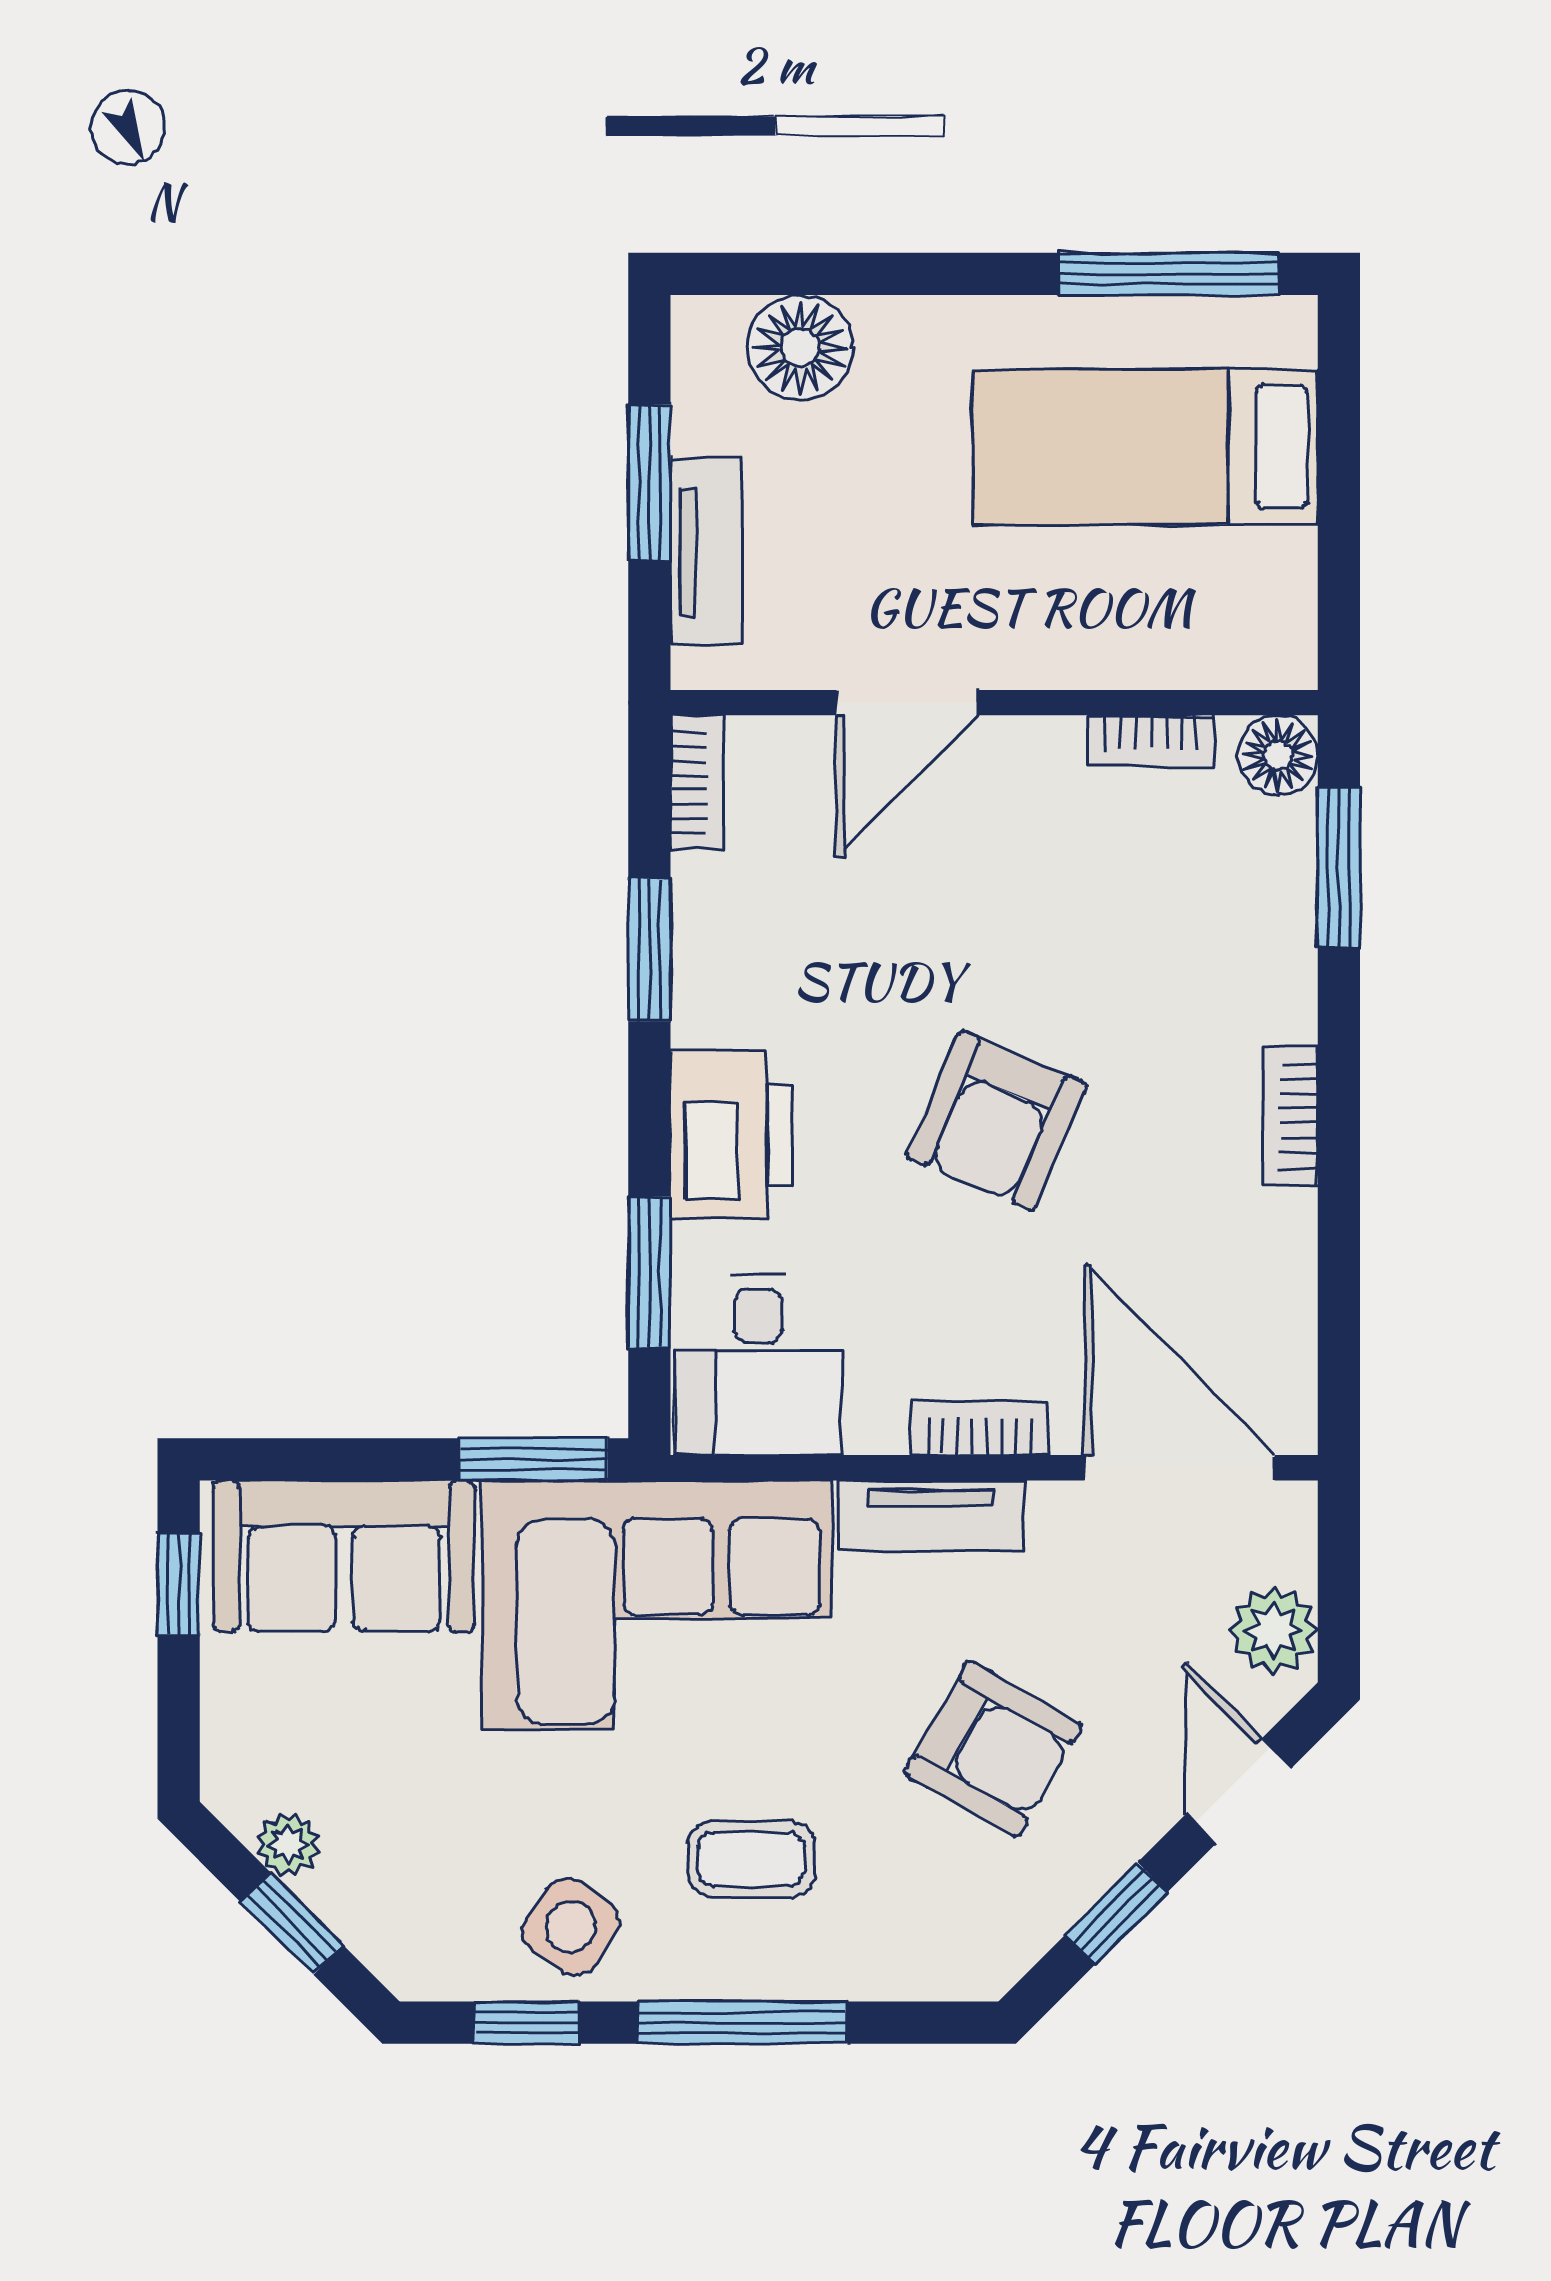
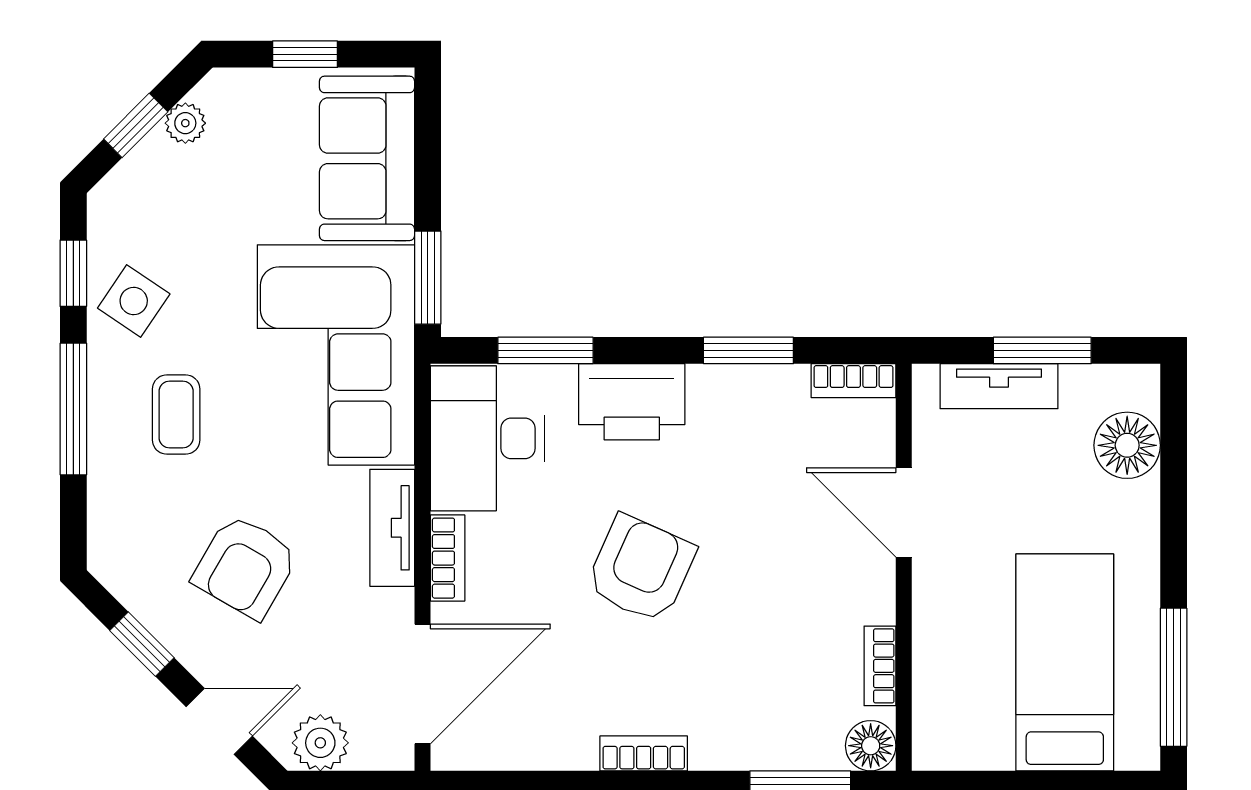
armchair: (997, 1121) -> (641, 569), turned 91
desk: (758, 1365) -> (487, 438), width x1.37
window: (179, 1584) -> (305, 54), moved

